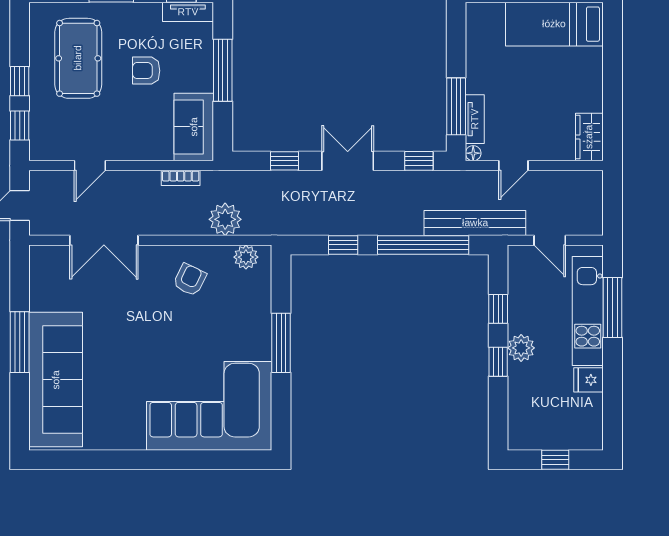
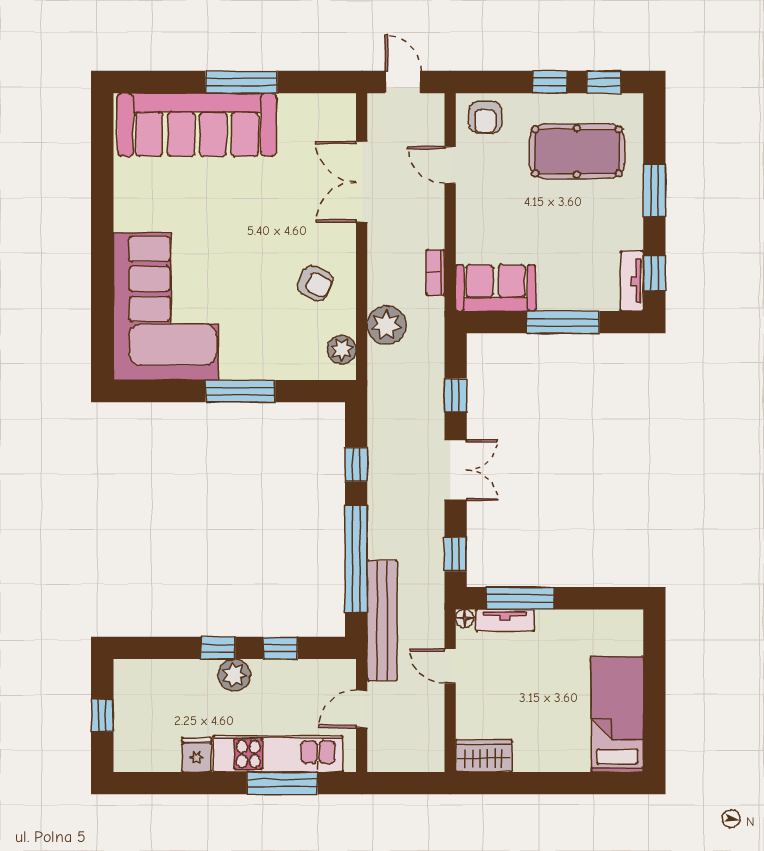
armchair: (146, 71) -> (485, 117), moved, turned 180
window: (20, 125) -> (604, 82), moved

